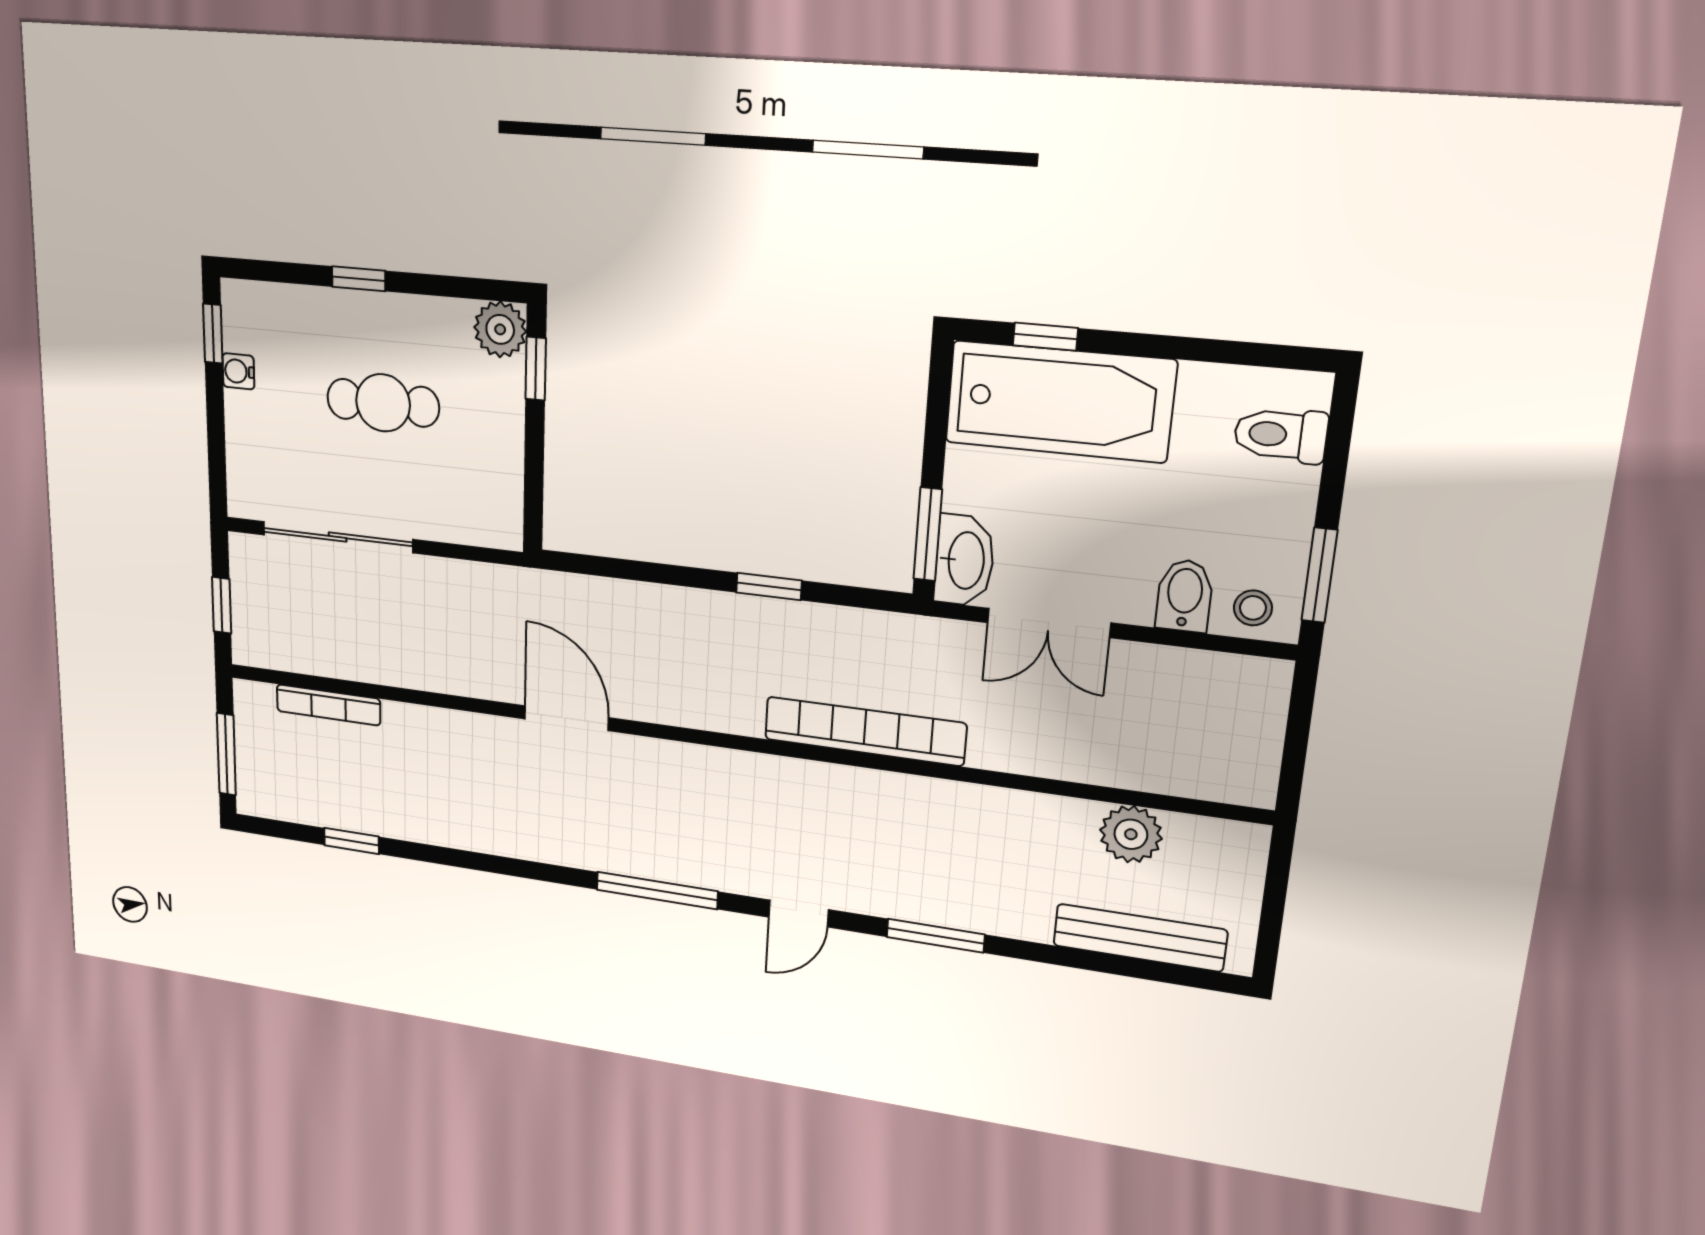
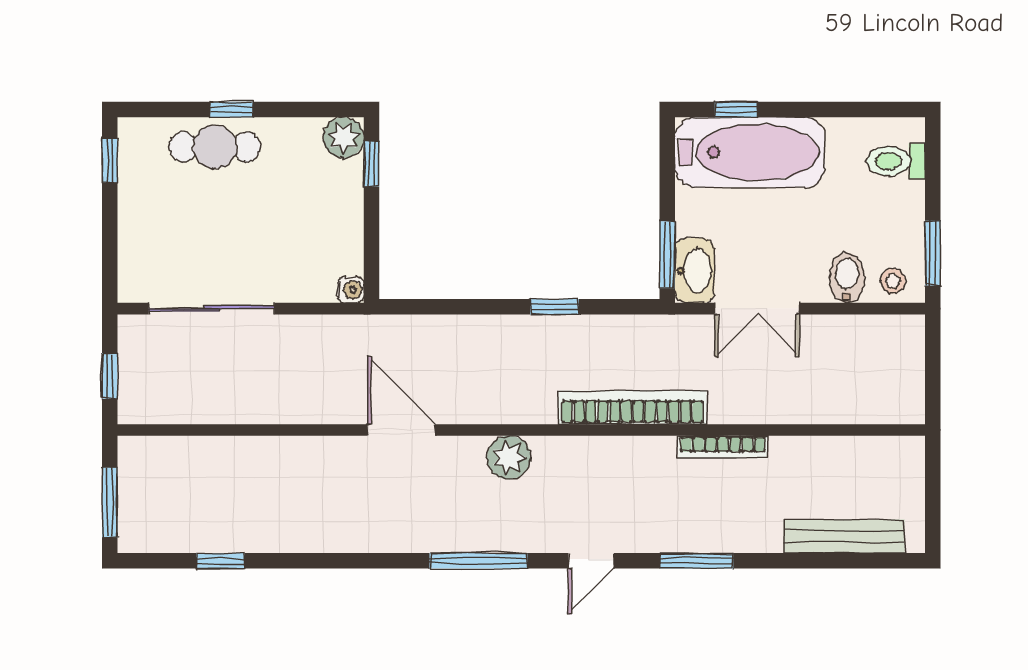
water cooler: (238, 371) -> (351, 290), moved, turned 180
cafe table: (383, 403) -> (215, 147), moved
bookcase: (328, 705) -> (723, 447), moved
plant: (1131, 834) -> (509, 457), moved

